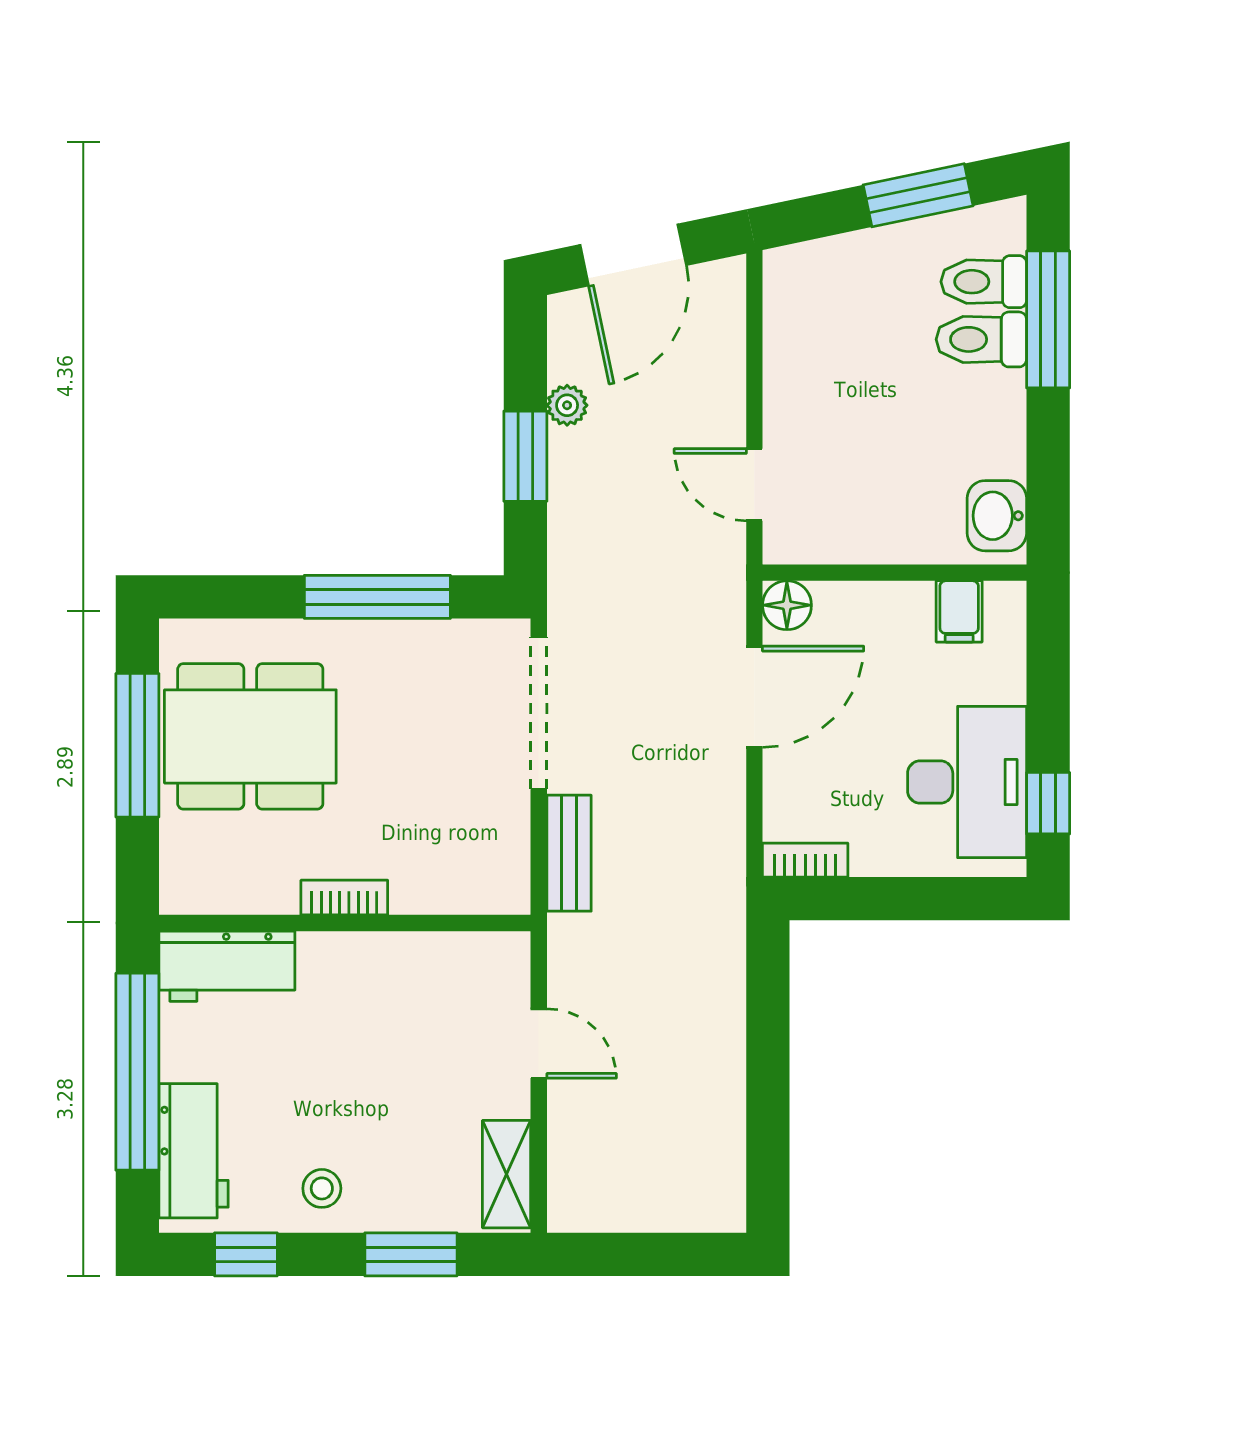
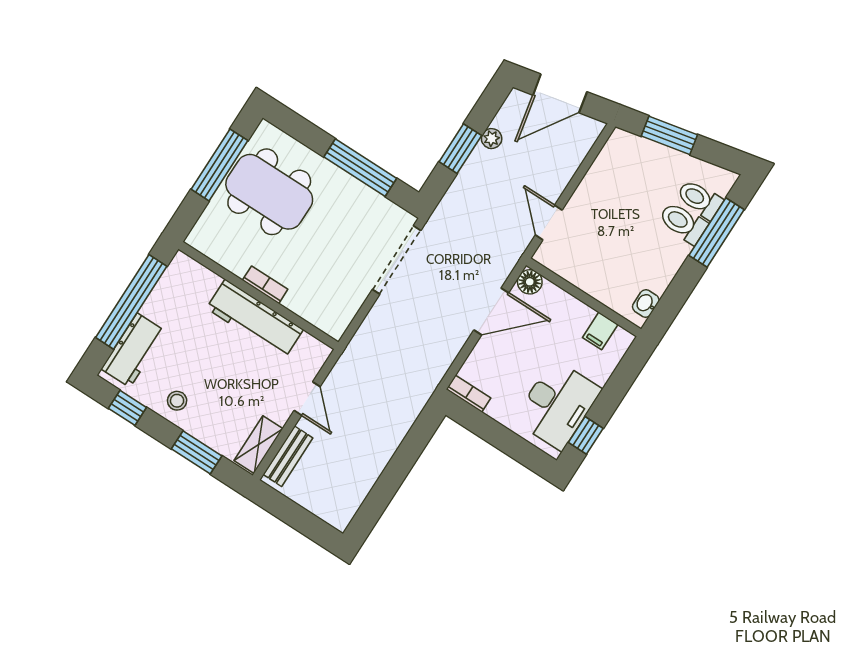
window: (918, 195) -> (669, 135), moved
washbasin: (997, 516) -> (646, 303), width x0.72, depth x0.69
bench: (569, 853) -> (288, 456), moved
workbench: (227, 966) -> (255, 319), moved, width x1.37

